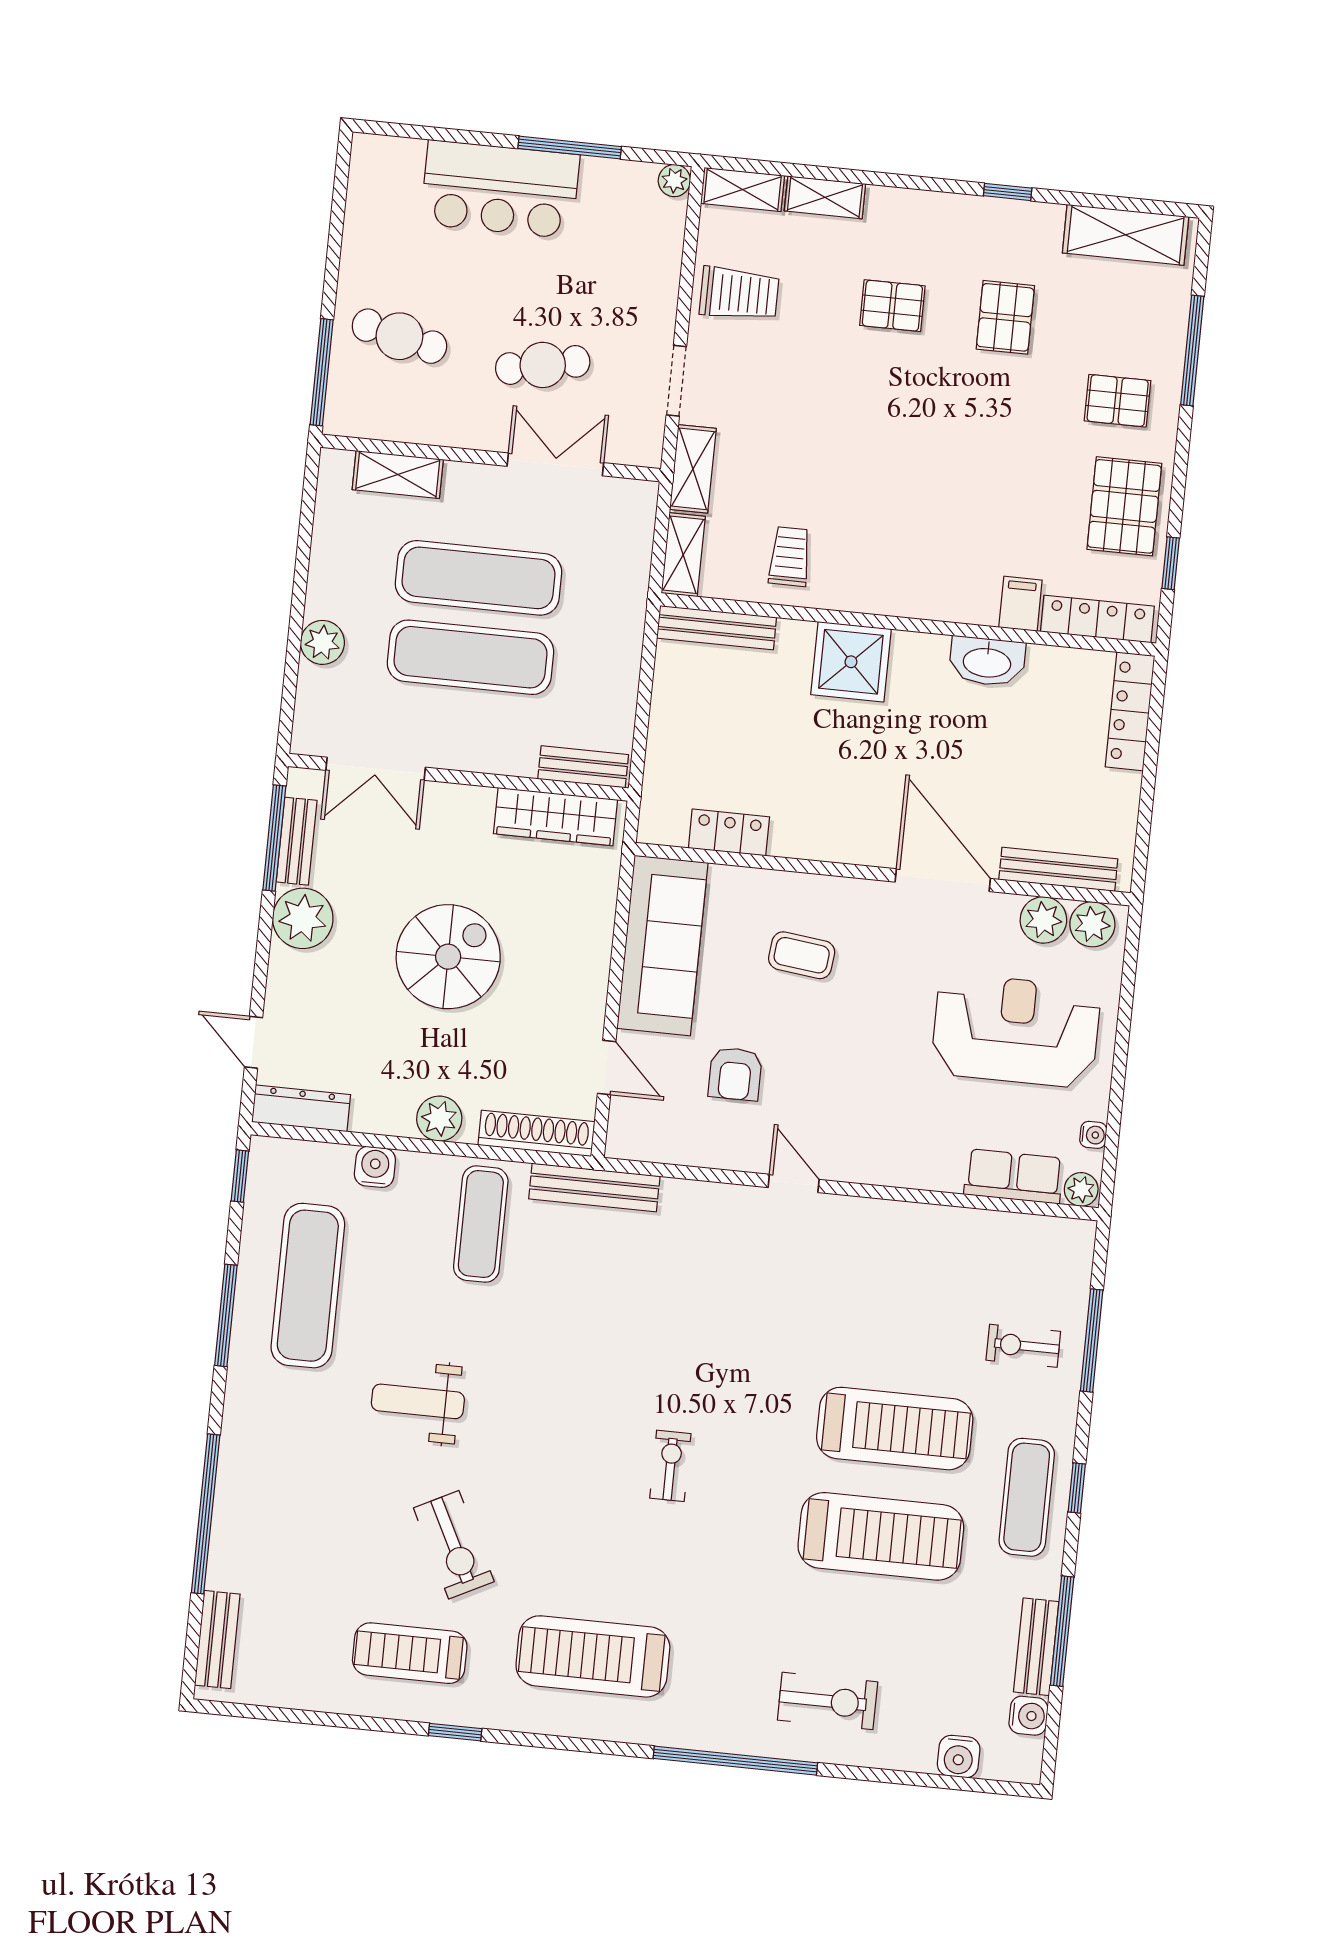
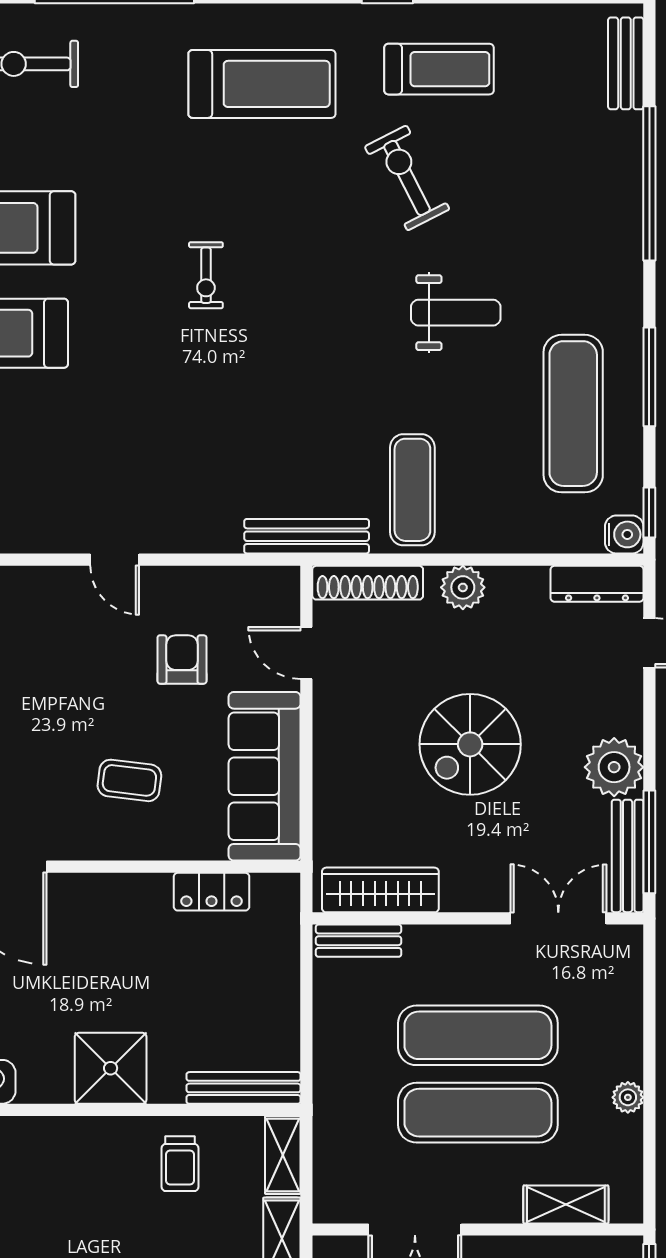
plant: (322, 642) -> (628, 1097), moved, width x0.73, depth x0.73
bench: (297, 841) -> (628, 856), width x1.36
water cooler: (375, 1167) -> (624, 534), moved, turned -90

